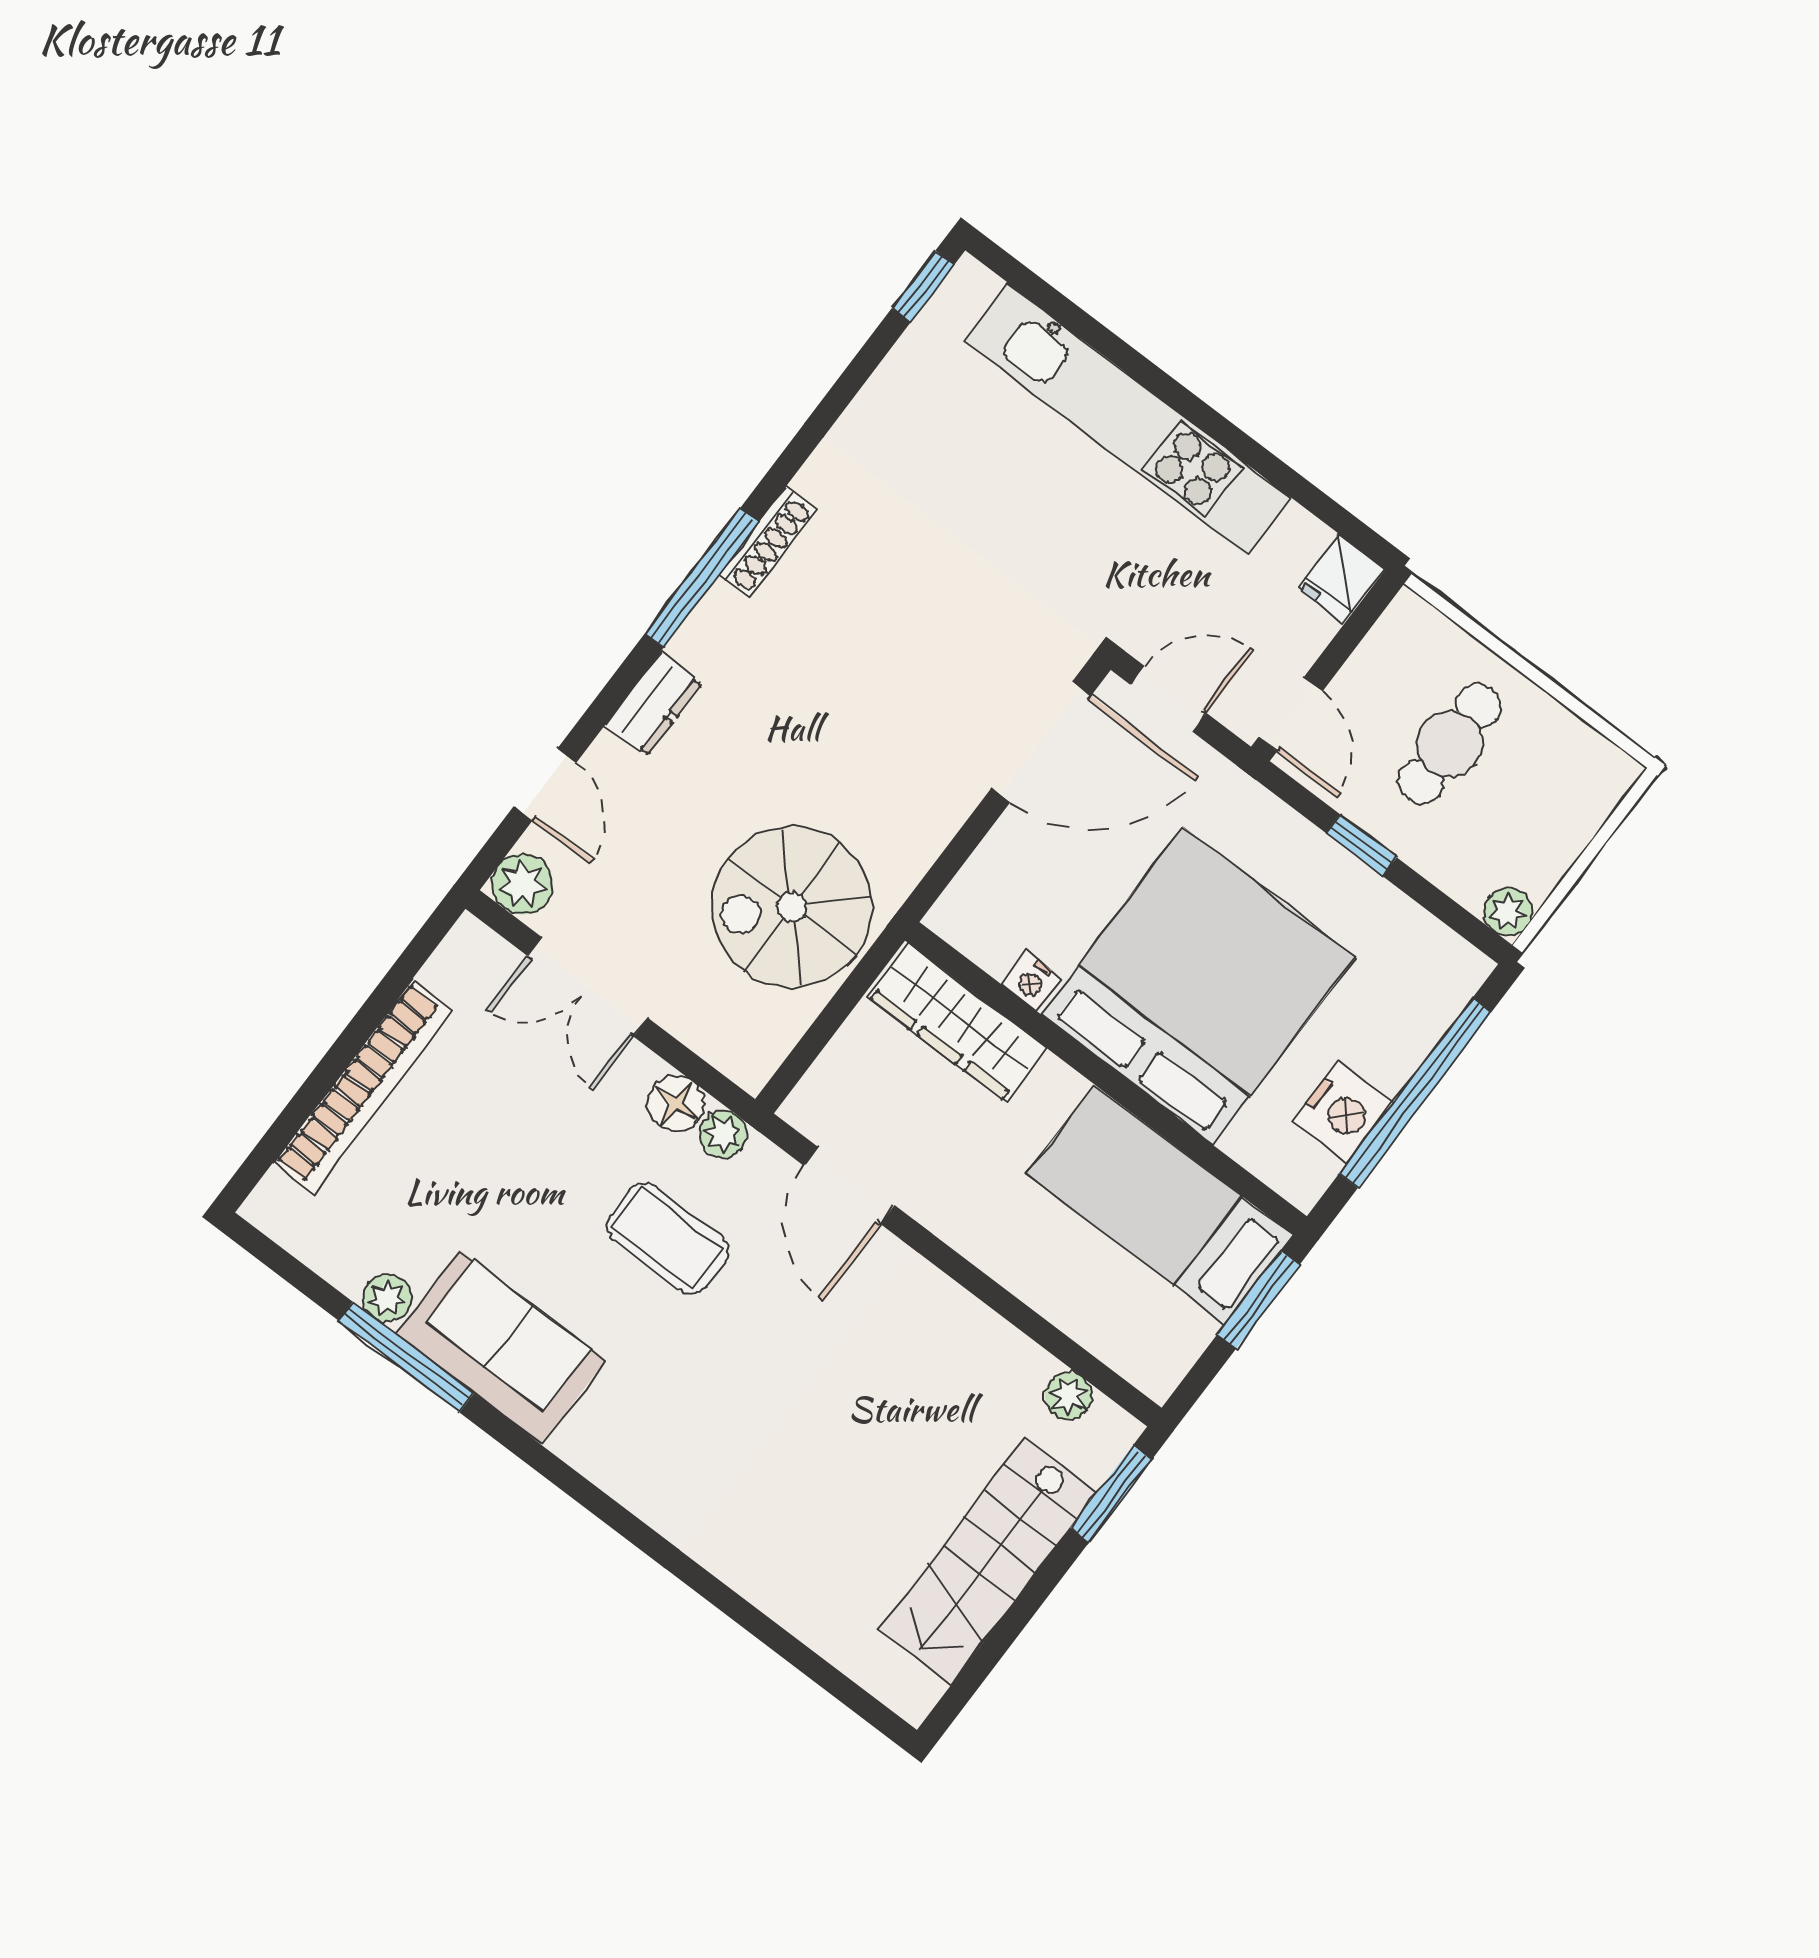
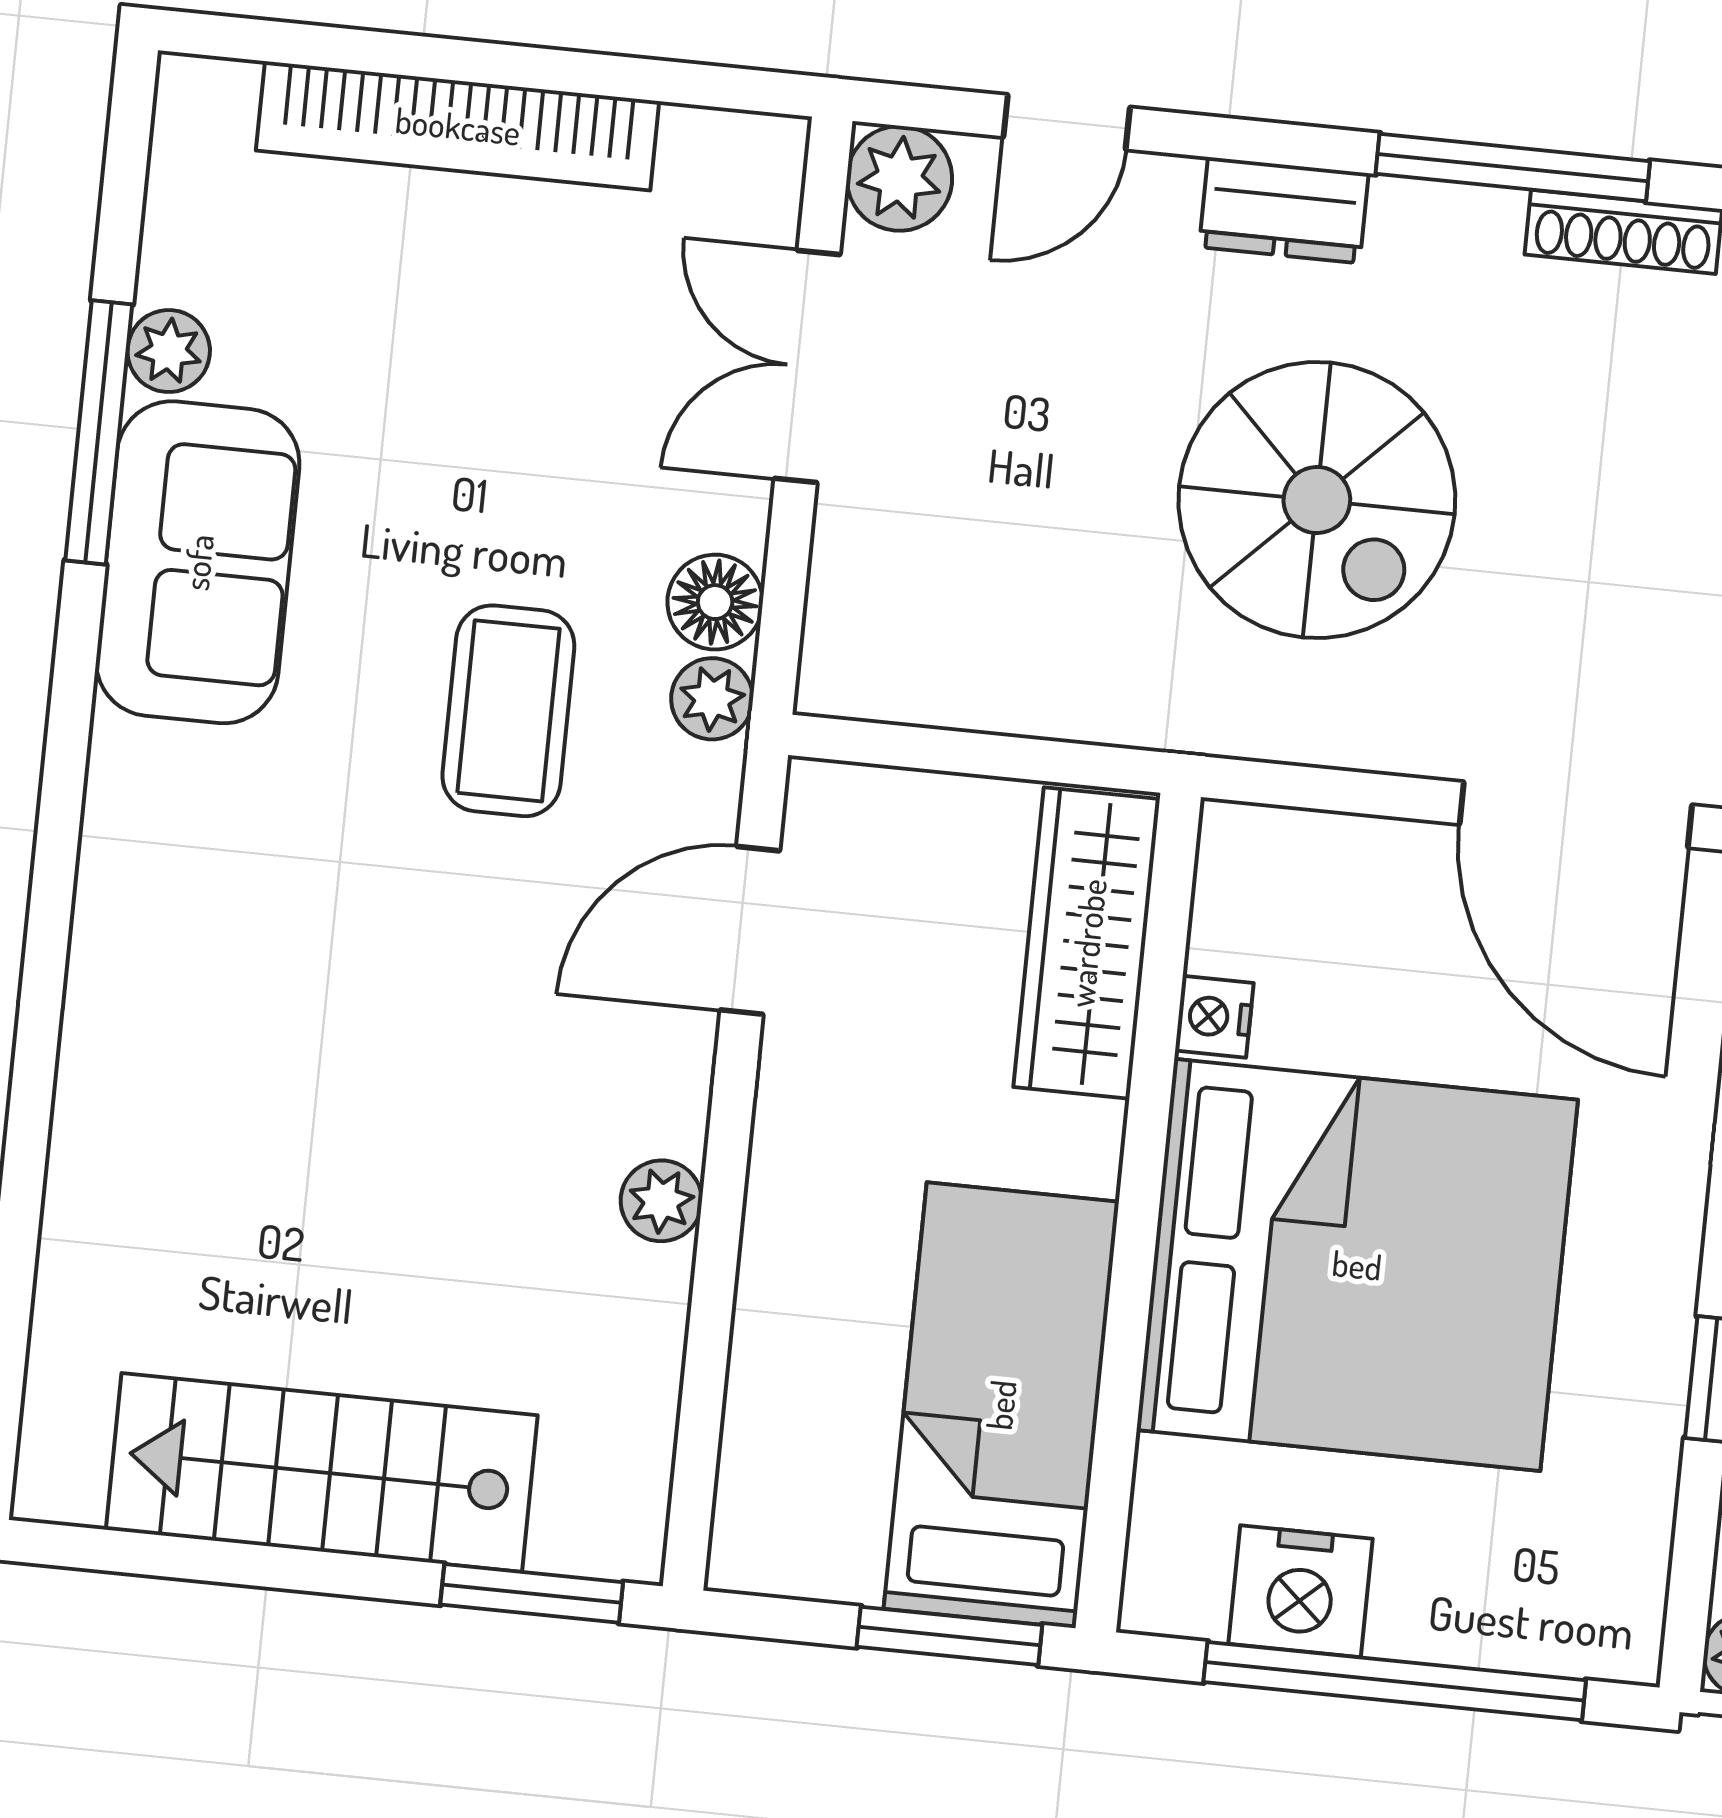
spiral stairs: (792, 907) -> (1317, 500), moved, turned 180
plant: (1068, 1396) -> (661, 1201), moved

